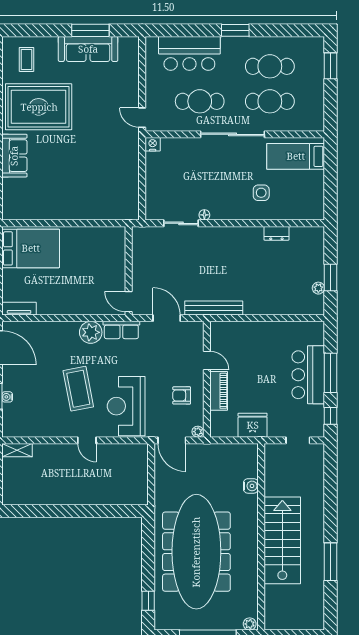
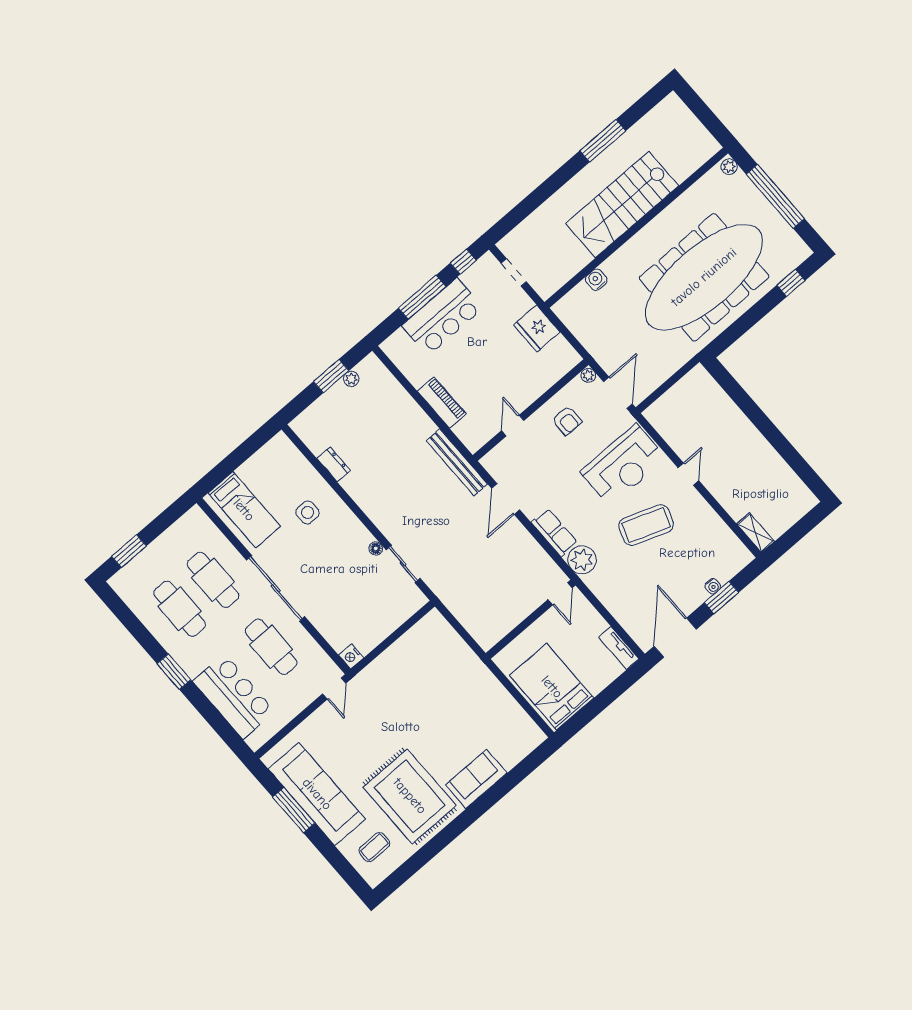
sofa: (88, 49) -> (317, 794), width x1.36, depth x1.27
wall: (129, 271) -> (531, 619), moved
door: (129, 302) -> (560, 594), moved
coffee table: (78, 389) -> (646, 525), turned 31
piano: (219, 391) -> (442, 403), moved, turned 90

